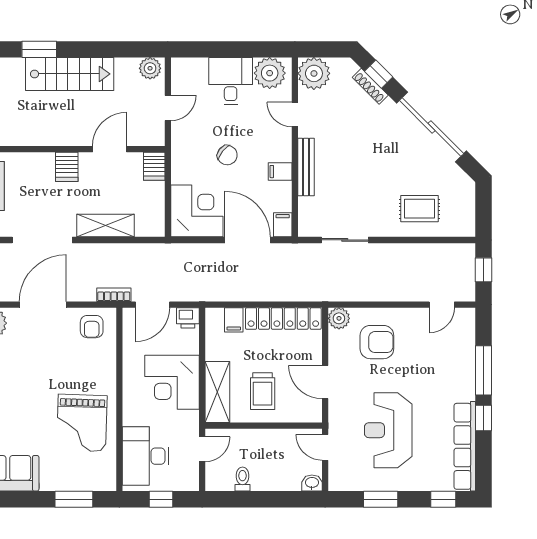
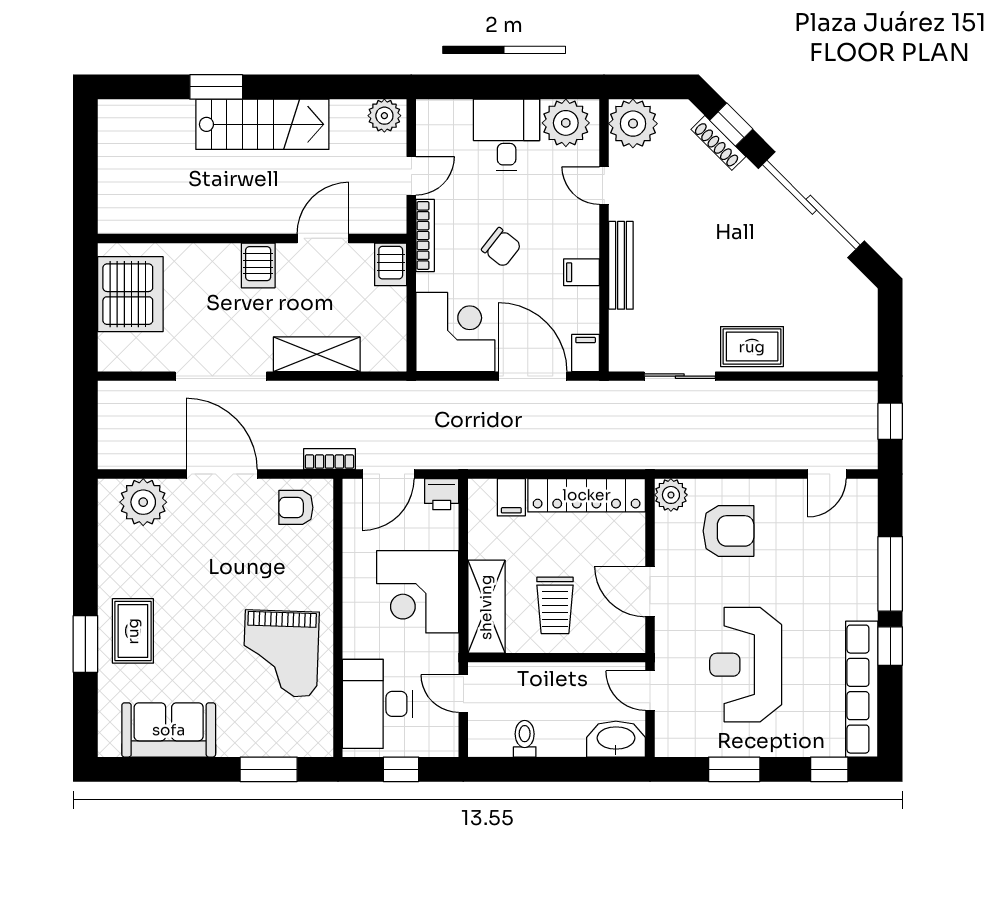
bookcase: (177, 147) -> (425, 235), added
rug: (420, 209) -> (752, 347), moved
door: (43, 305) -> (222, 474), hinge flipped
armchair: (92, 327) -> (296, 507), turned 90
door: (202, 449) -> (463, 693), swing flipped
washbasin: (312, 483) -> (616, 739), width x1.91, depth x1.45

